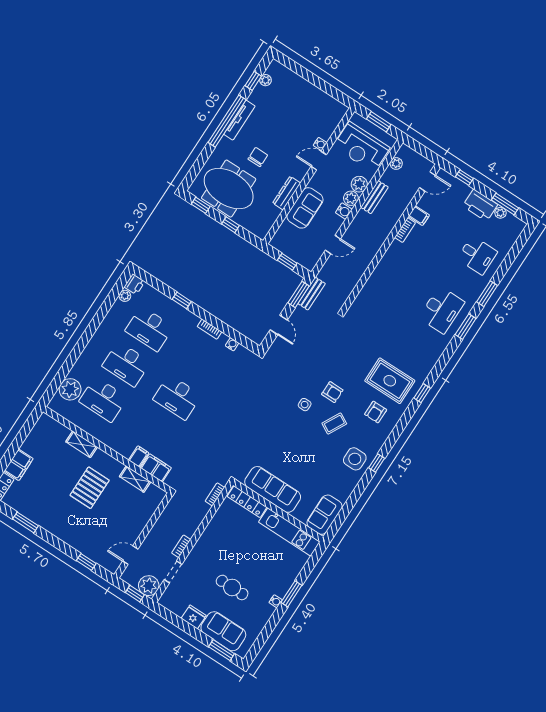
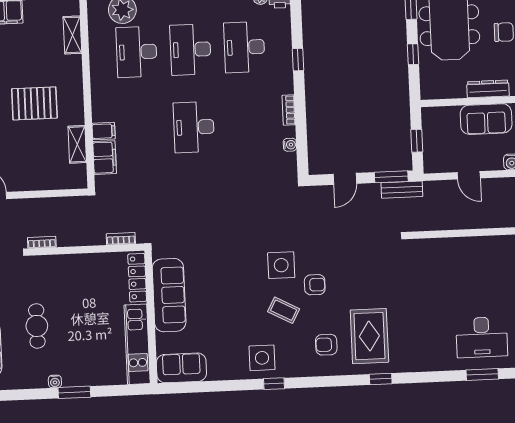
armchair: (332, 392) -> (315, 285), turned -90
side table: (305, 405) -> (281, 265), width x1.87, depth x1.87
shelving: (82, 444) -> (72, 35), moved

